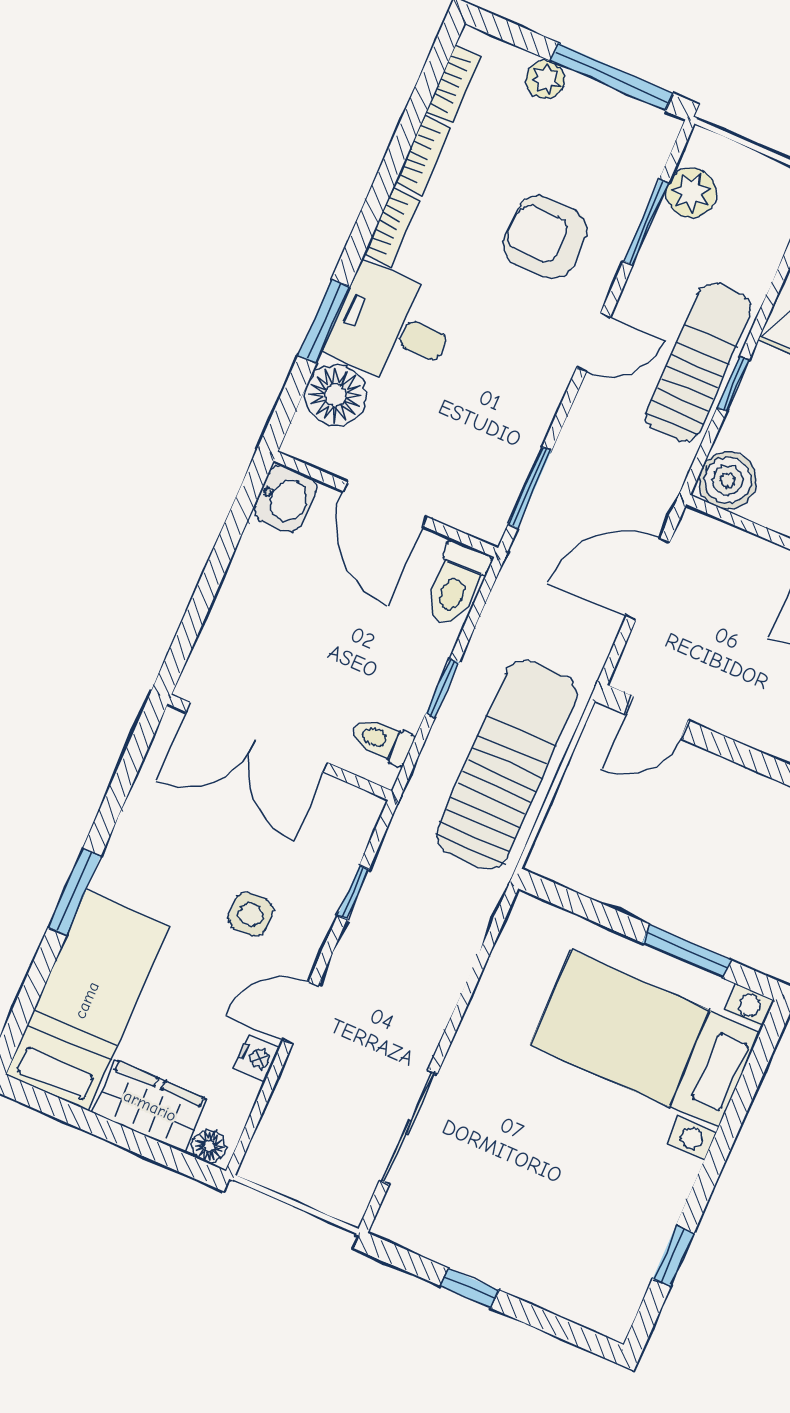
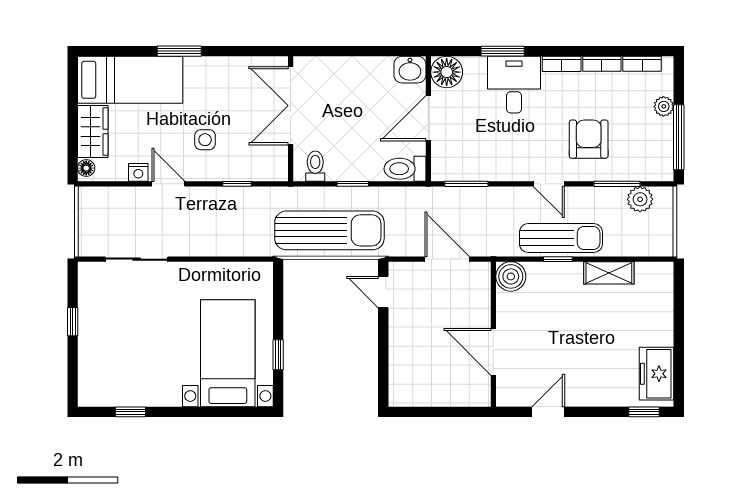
floor lamp: (335, 395) -> (447, 72), moved
window: (686, 951) -> (278, 355), width x0.67

